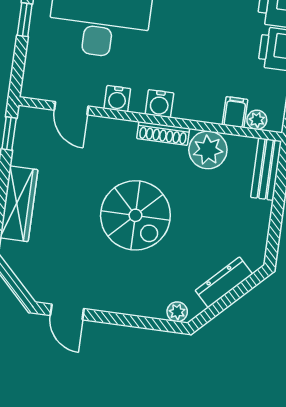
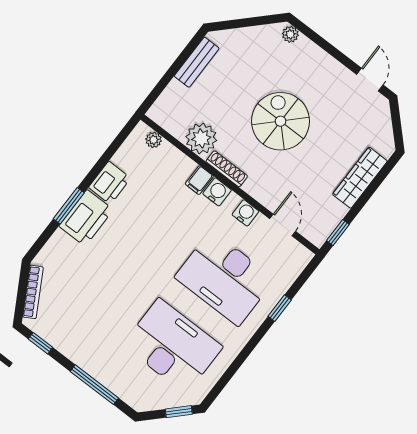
filing cabinet: (235, 112) -> (199, 180), moved
bench: (266, 169) -> (197, 62), moved
dresser: (224, 282) -> (244, 36), removed

